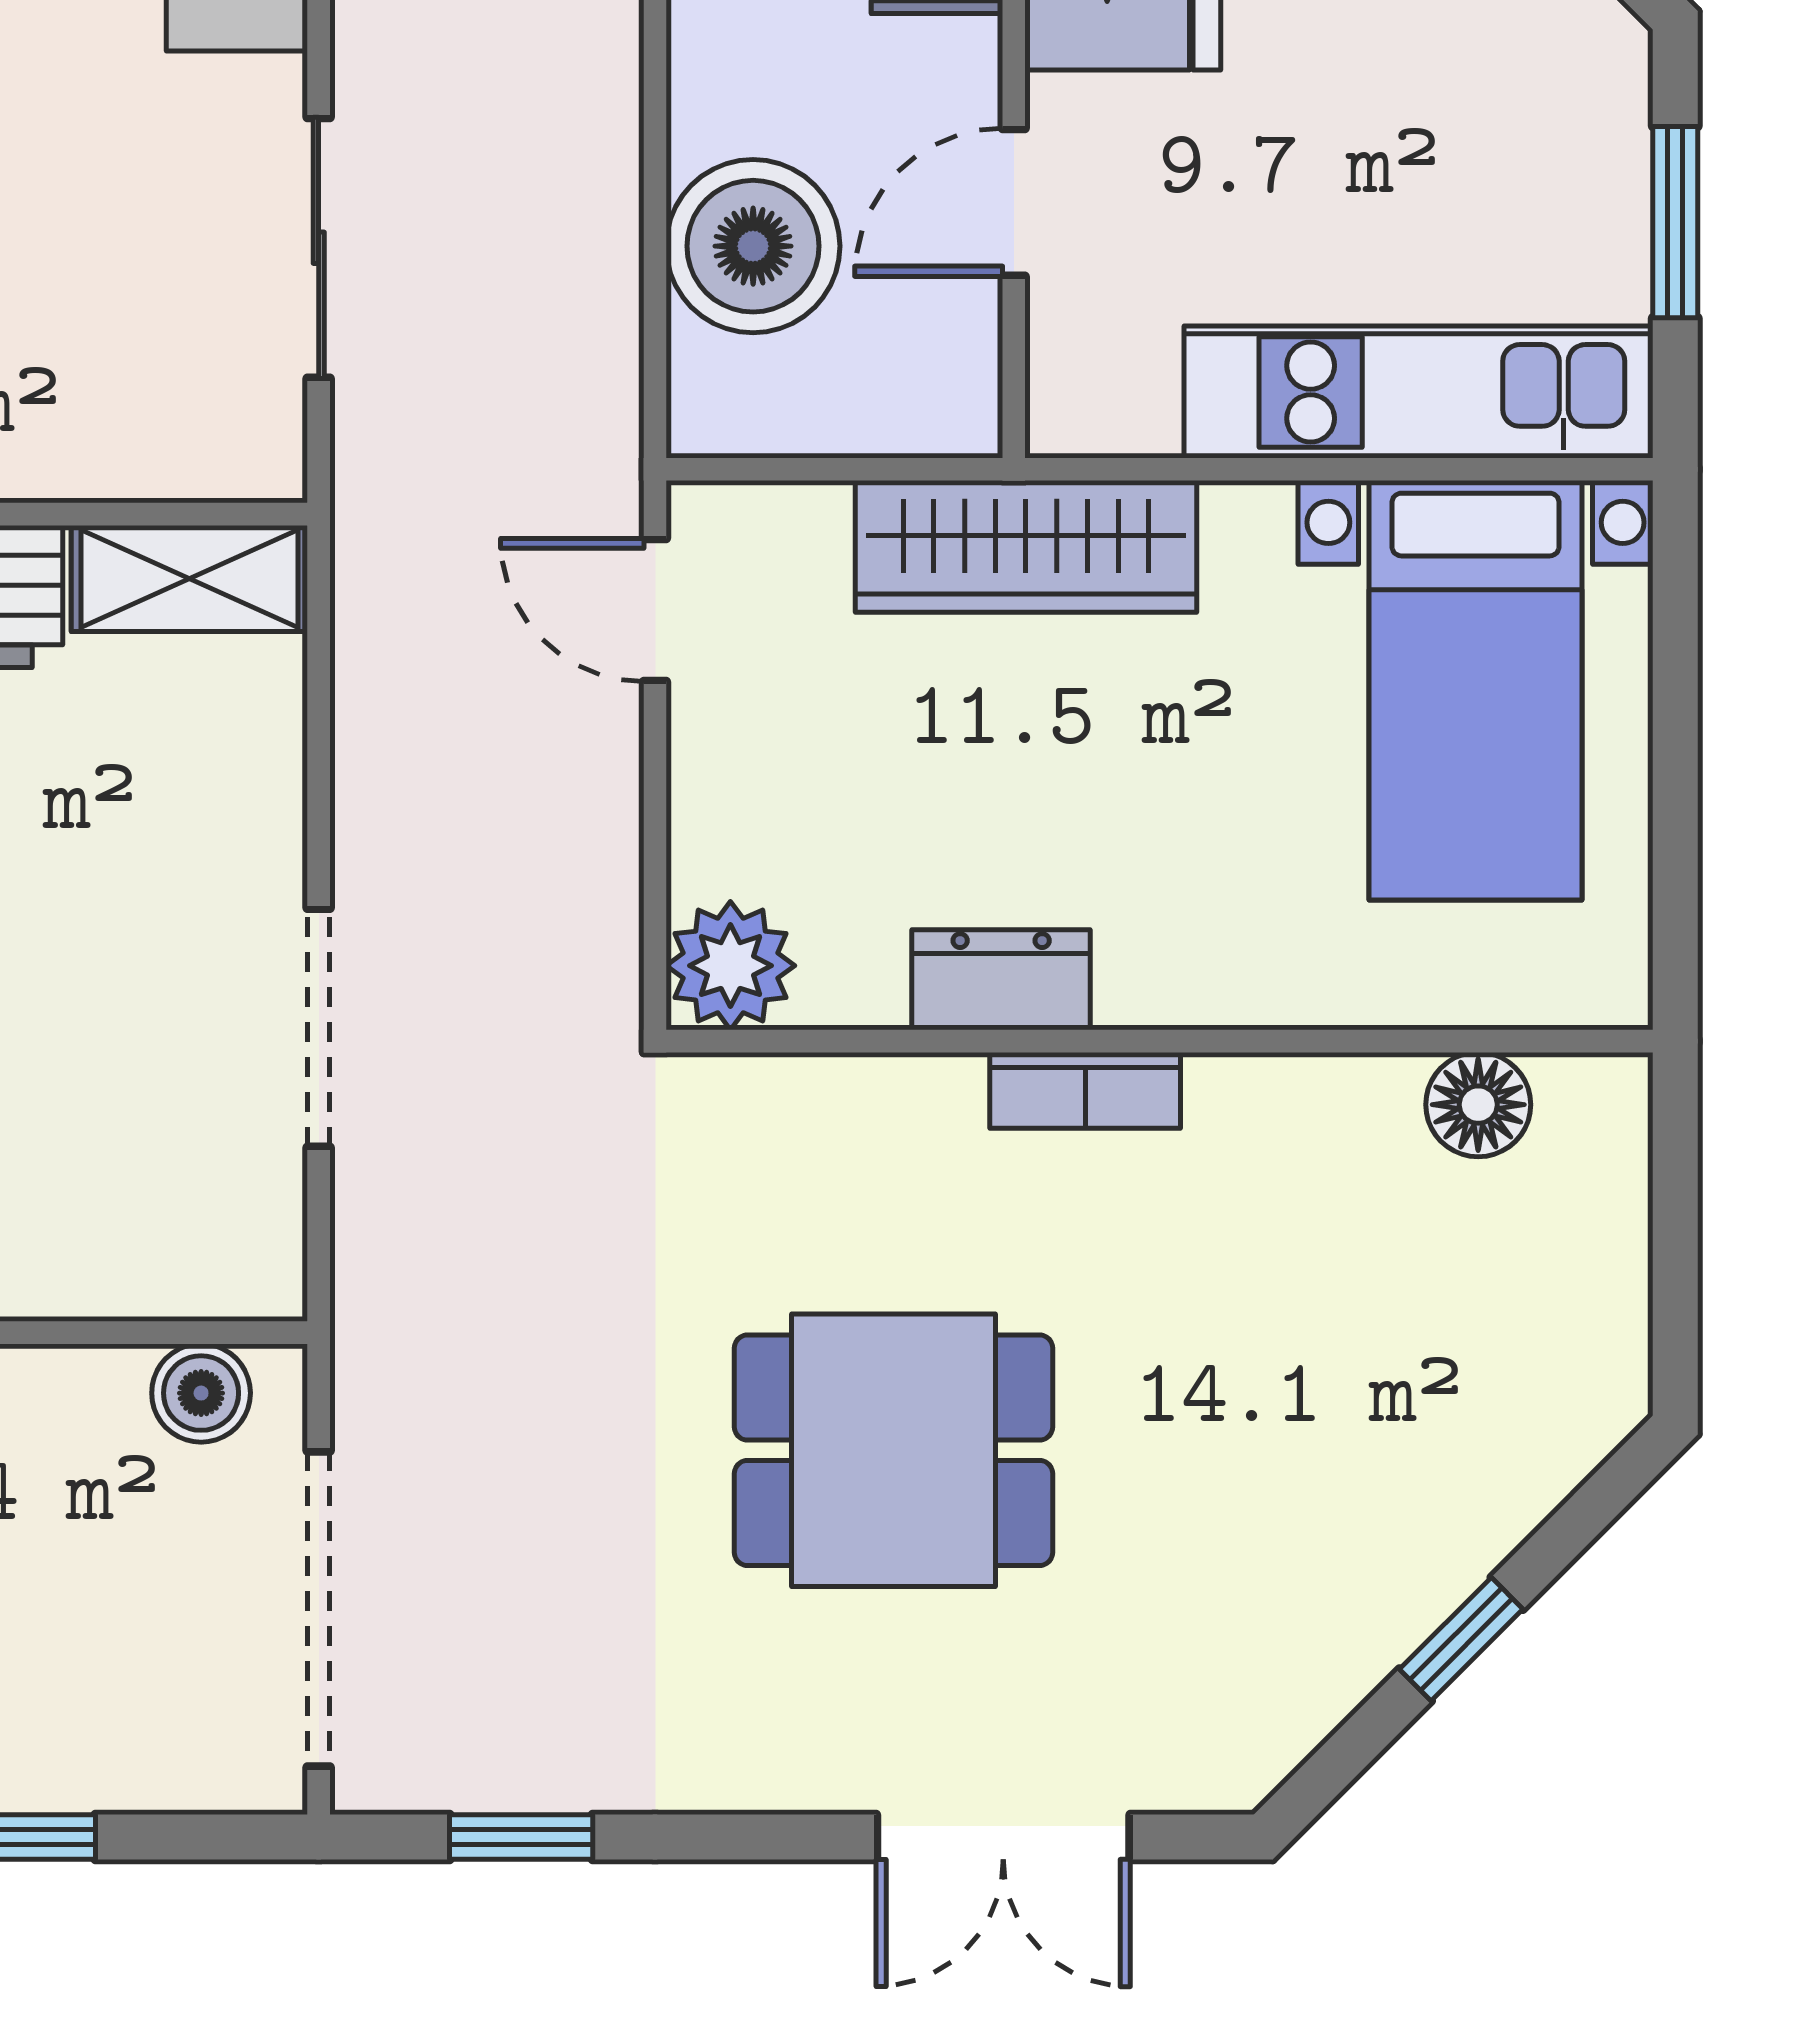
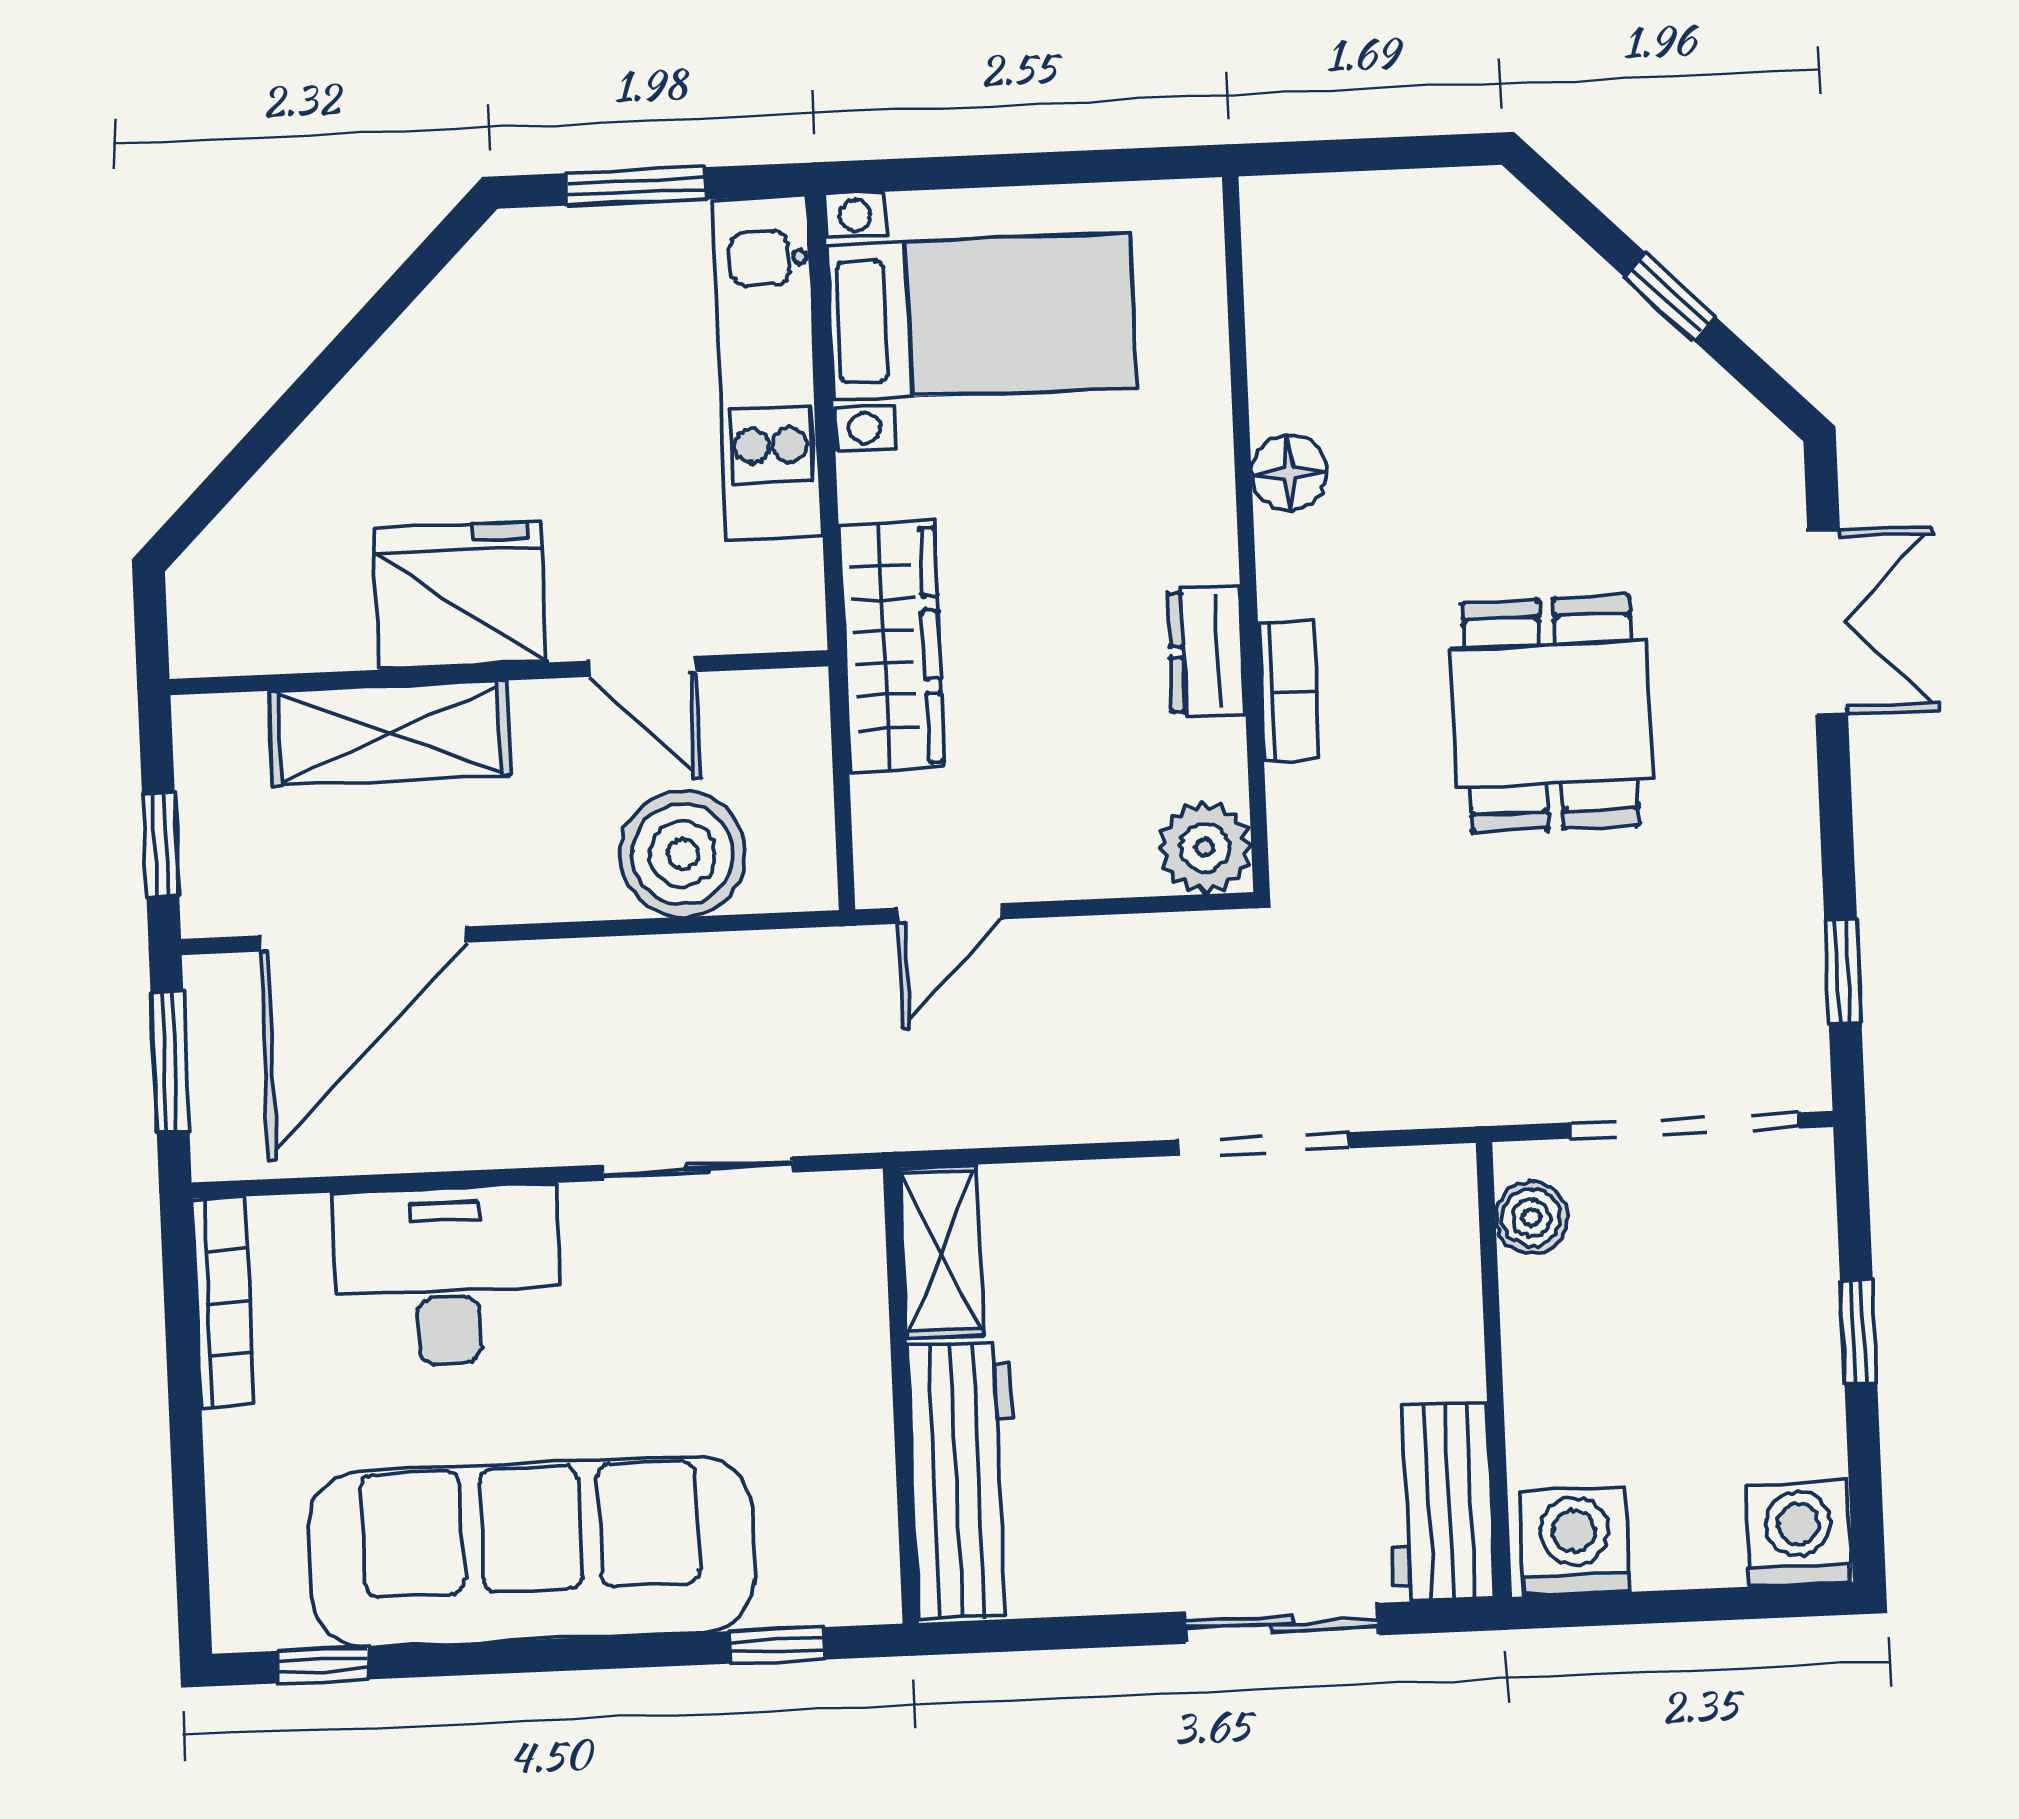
bookcase: (1085, 1090) -> (1288, 691), moved
floor lamp: (1478, 1105) -> (1289, 473), moved

